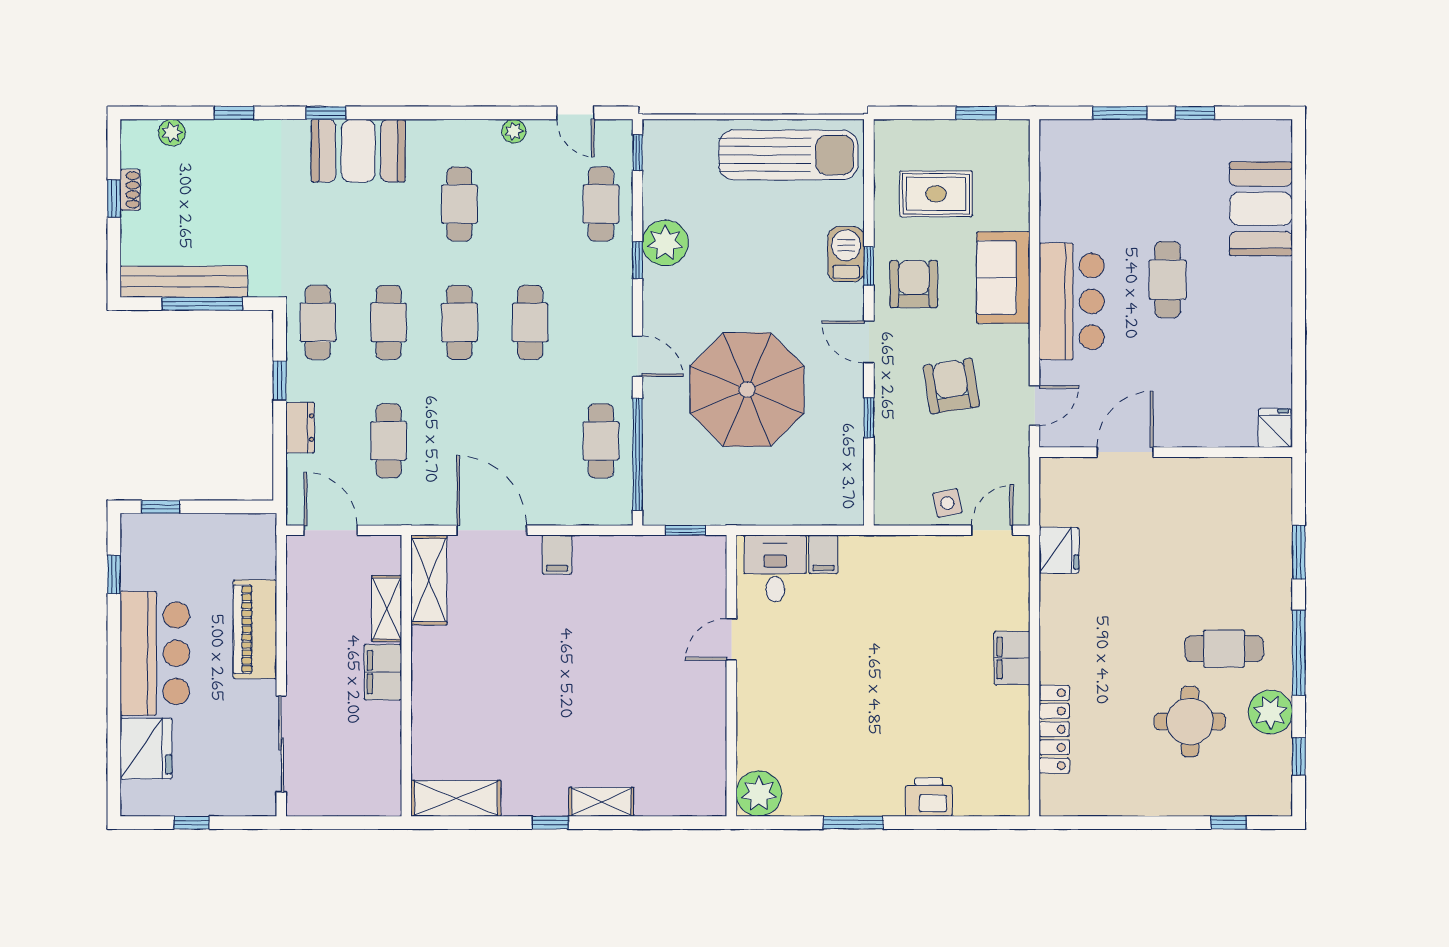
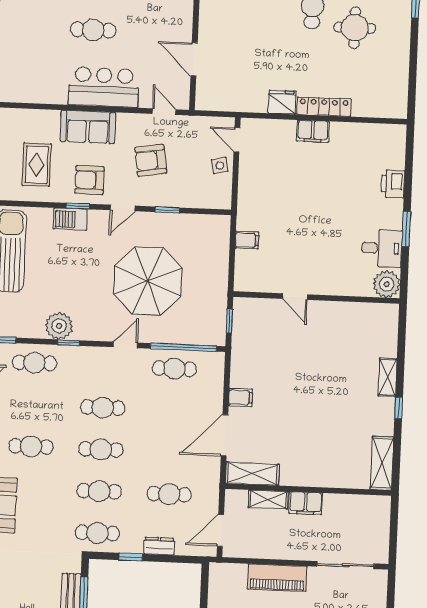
fridge: (1059, 550) -> (282, 102), moved
desk: (775, 568) -> (382, 248), moved, turned 180
locker: (1054, 729) -> (324, 107), moved

